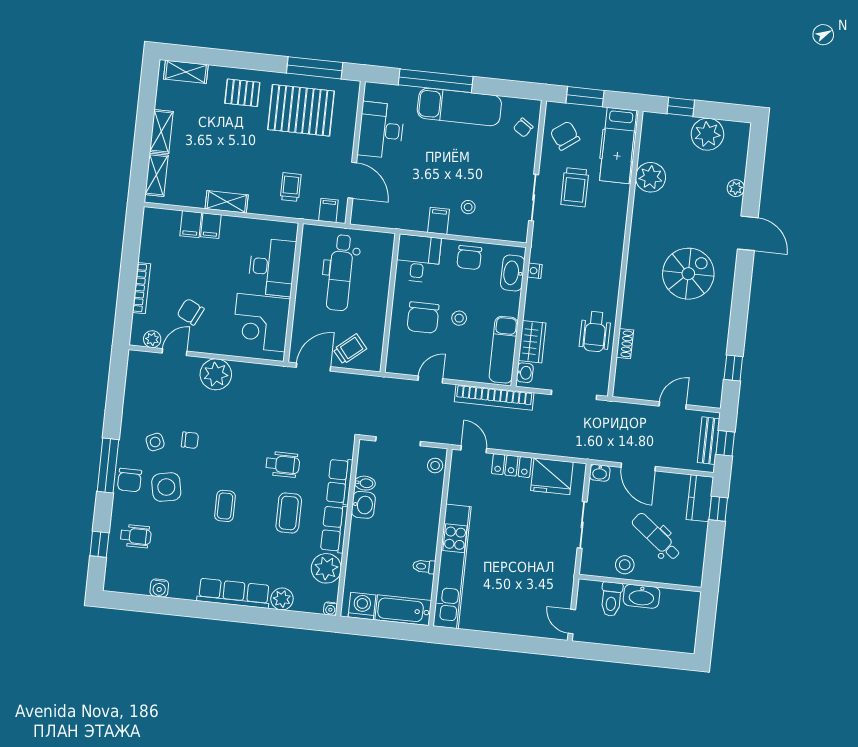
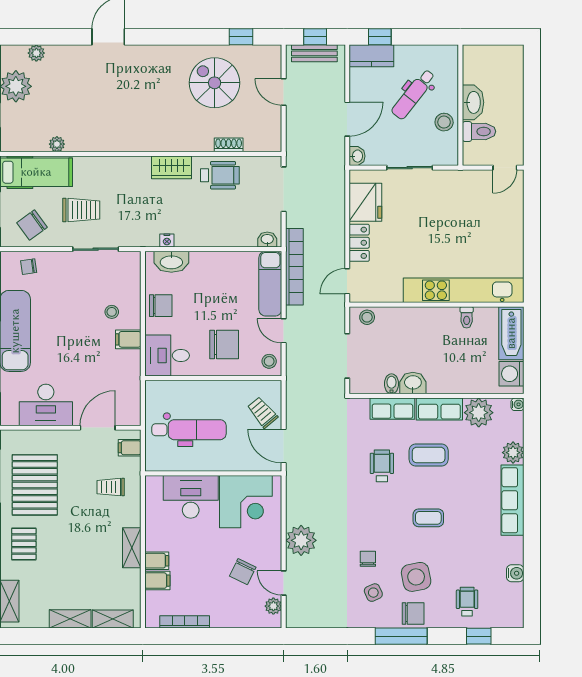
chair: (523, 128) -> (29, 267), turned 138
plant: (651, 177) -> (57, 144), width x0.53, depth x0.53
plant: (736, 188) -> (36, 53), moved
spiral stairs: (688, 274) -> (215, 83), moved
bookcase: (141, 288) -> (185, 622), moved
stool: (459, 318) -> (269, 361), moved
wardrobe: (532, 342) -> (172, 167), moved, turned 180
exam couch: (504, 350) -> (270, 284), moved, turned 90

